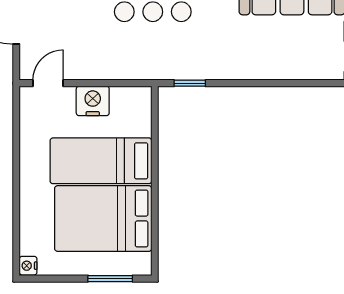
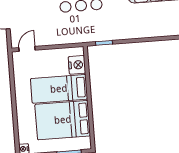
nightstand: (93, 101) -> (77, 65), moved, turned 90

